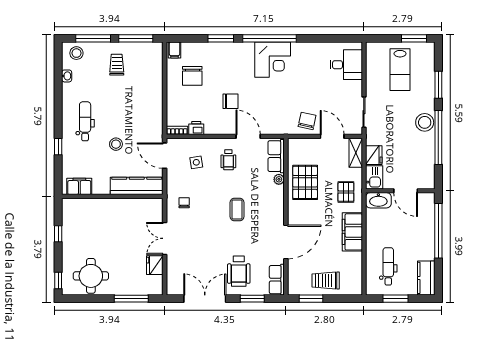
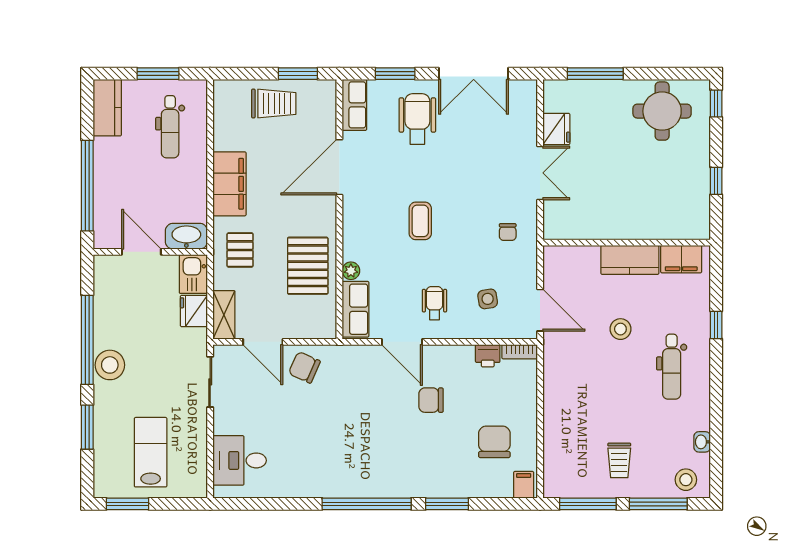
corner desk: (273, 60) -> (361, 469), removed
chair: (307, 121) -> (304, 367), turned 102
kitchen counter: (137, 186) -> (630, 260), moved, width x0.67

